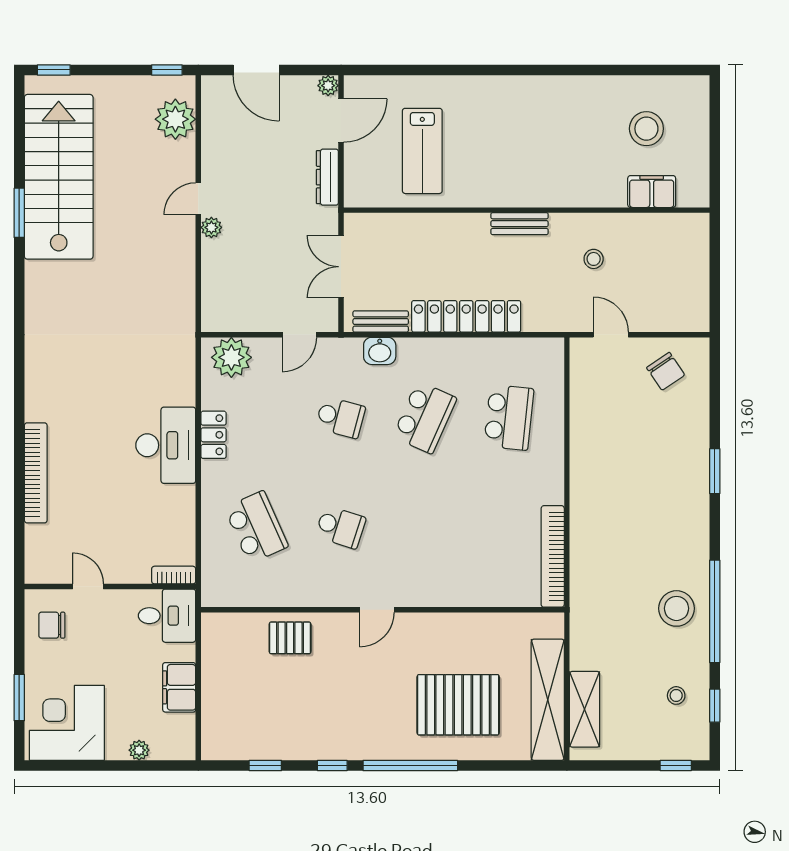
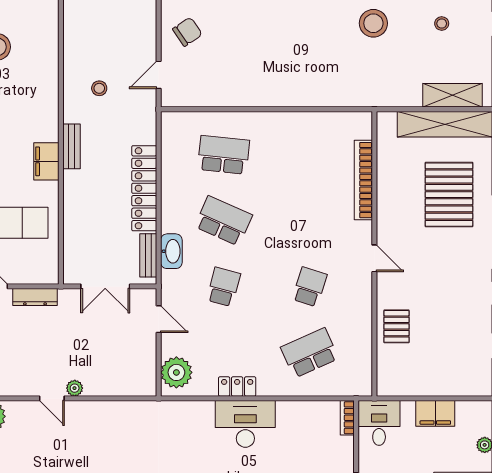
filing cabinet: (652, 192) -> (46, 161), moved
washbasin: (380, 351) -> (171, 251), width x1.38
bookcase: (553, 556) -> (363, 180), moved, turned 90

